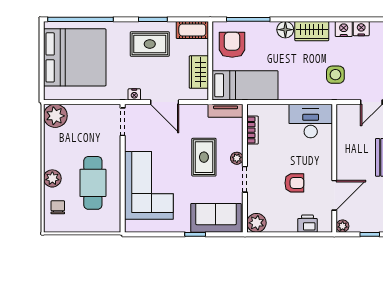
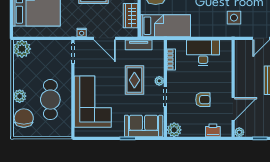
tv unit: (226, 111) -> (139, 45), moved
desk: (311, 121) -> (203, 53), moved
chair: (58, 207) -> (24, 118), width x1.87, depth x1.87

